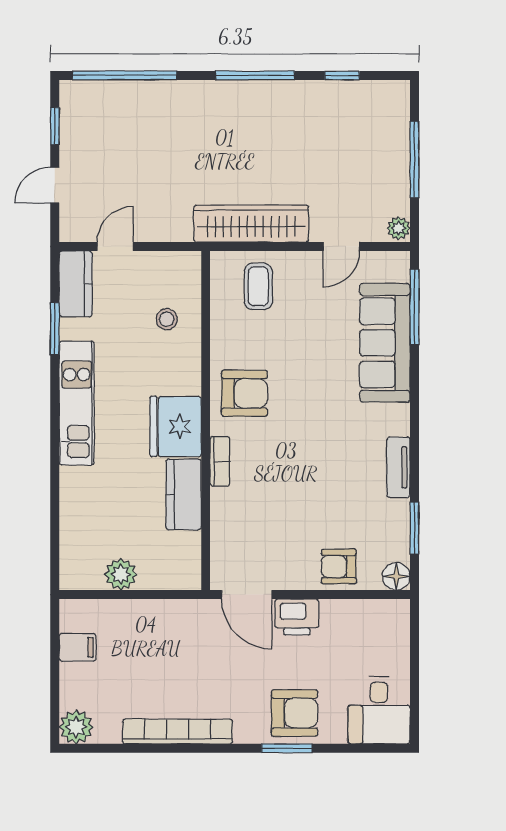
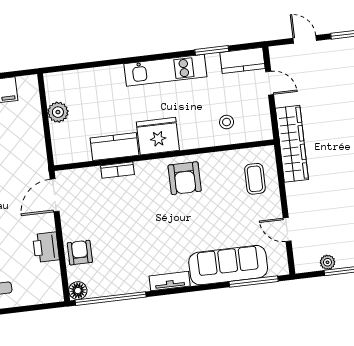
wardrobe: (251, 224) -> (292, 144), moved
plant: (399, 228) -> (327, 262), moved
coffee table: (258, 286) -> (255, 179), turned 90
bookcase: (220, 461) -> (117, 170), moved
tv unit: (399, 467) -> (170, 281), moved
window: (414, 528) -> (111, 299), width x2.11
printer: (297, 617) -> (46, 247), moved

